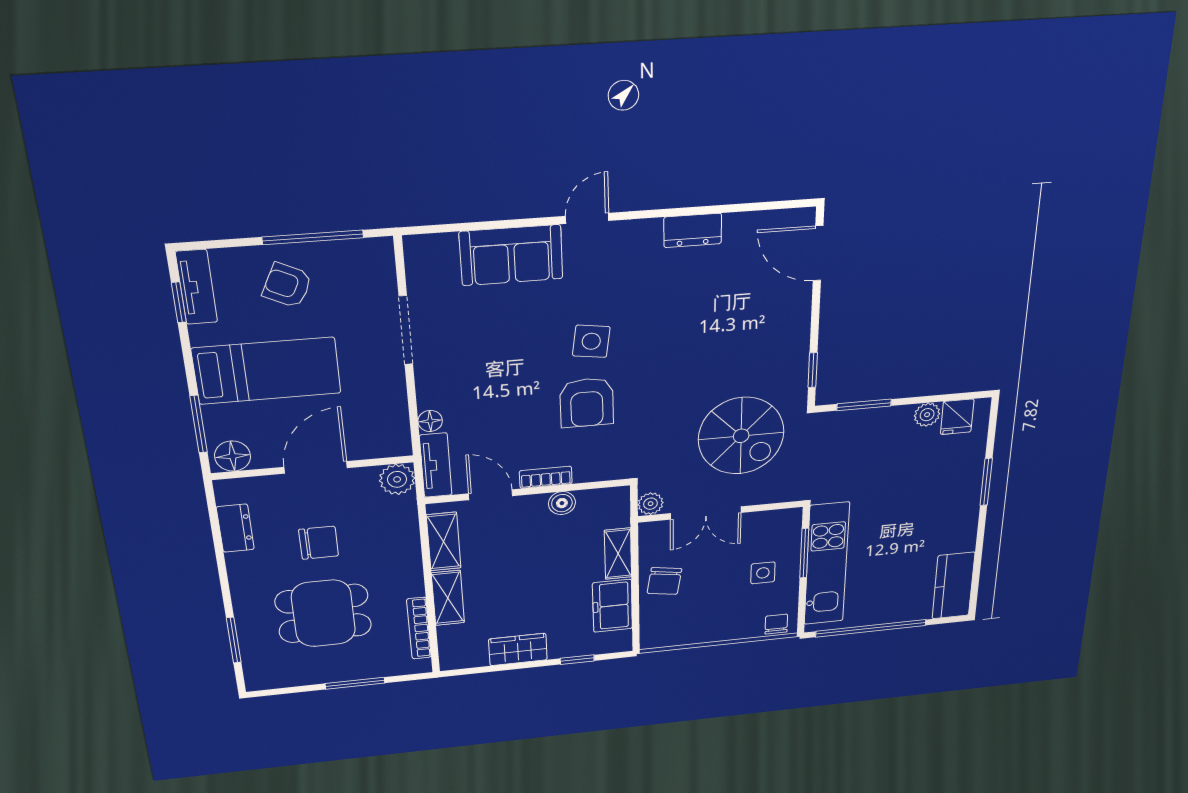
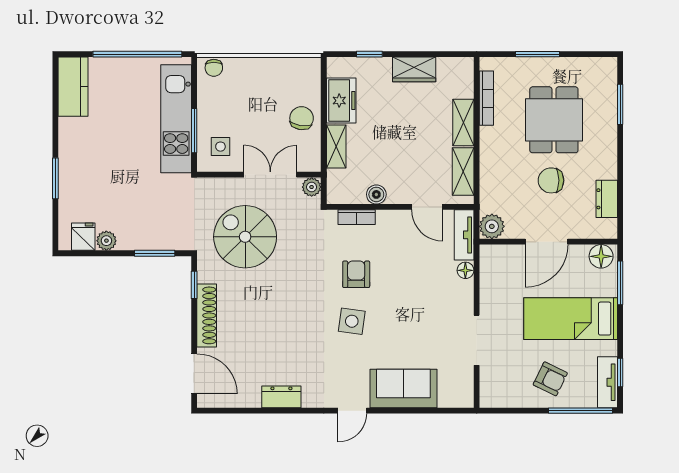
window: (313, 237) -> (581, 411), moved
shoe rack: (797, 332) -> (207, 315), added
armchair: (587, 403) -> (356, 274), width x0.72, depth x0.72
bookcase: (546, 477) -> (357, 217), moved
side table: (763, 573) -> (220, 147), moved
dining table: (323, 613) -> (554, 120), turned 90

